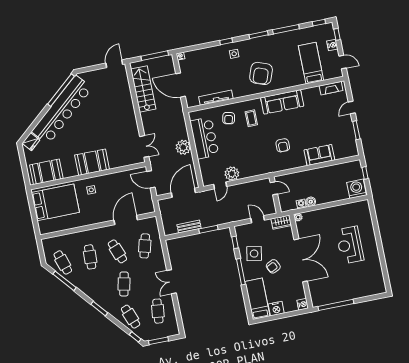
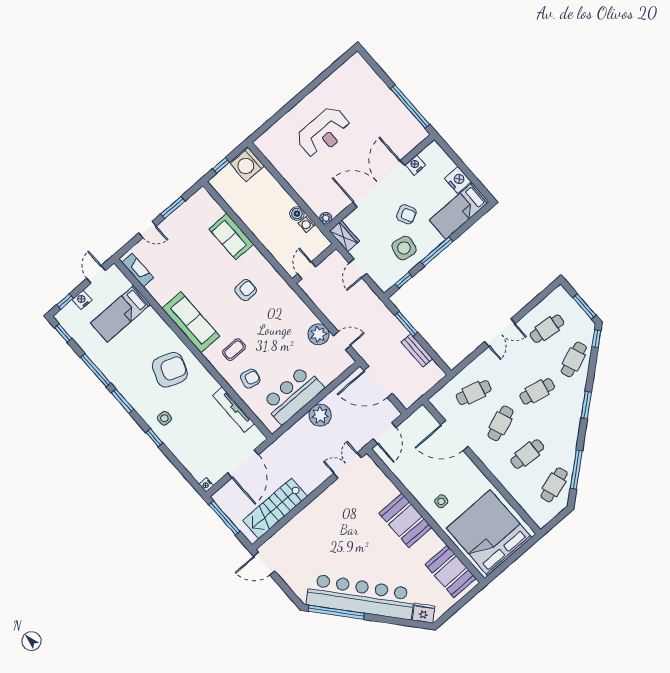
bed: (55, 202) -> (489, 533), width x1.36
nightstand: (303, 304) -> (415, 165), moved

